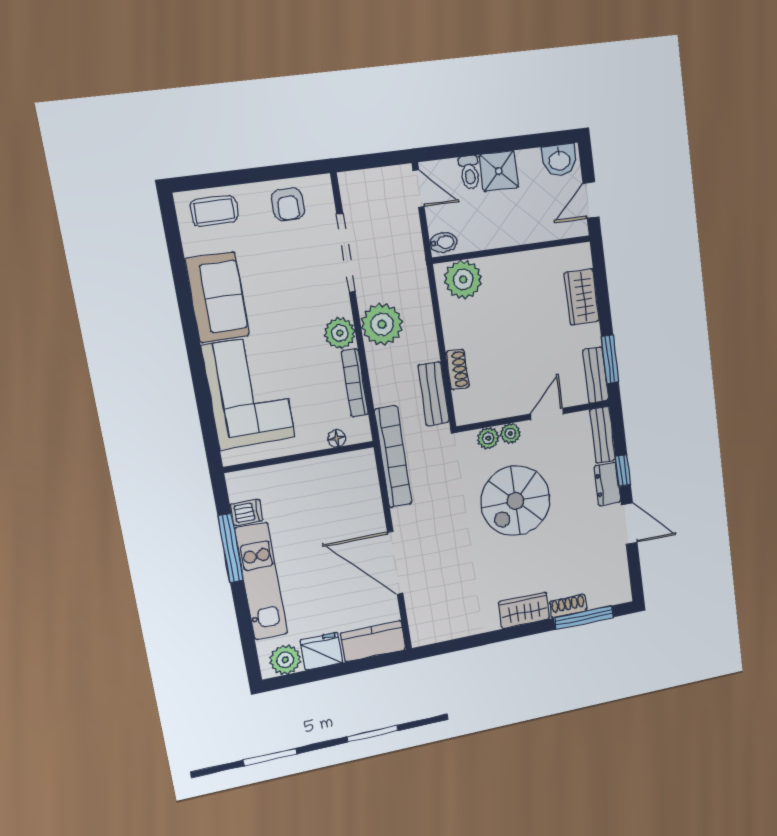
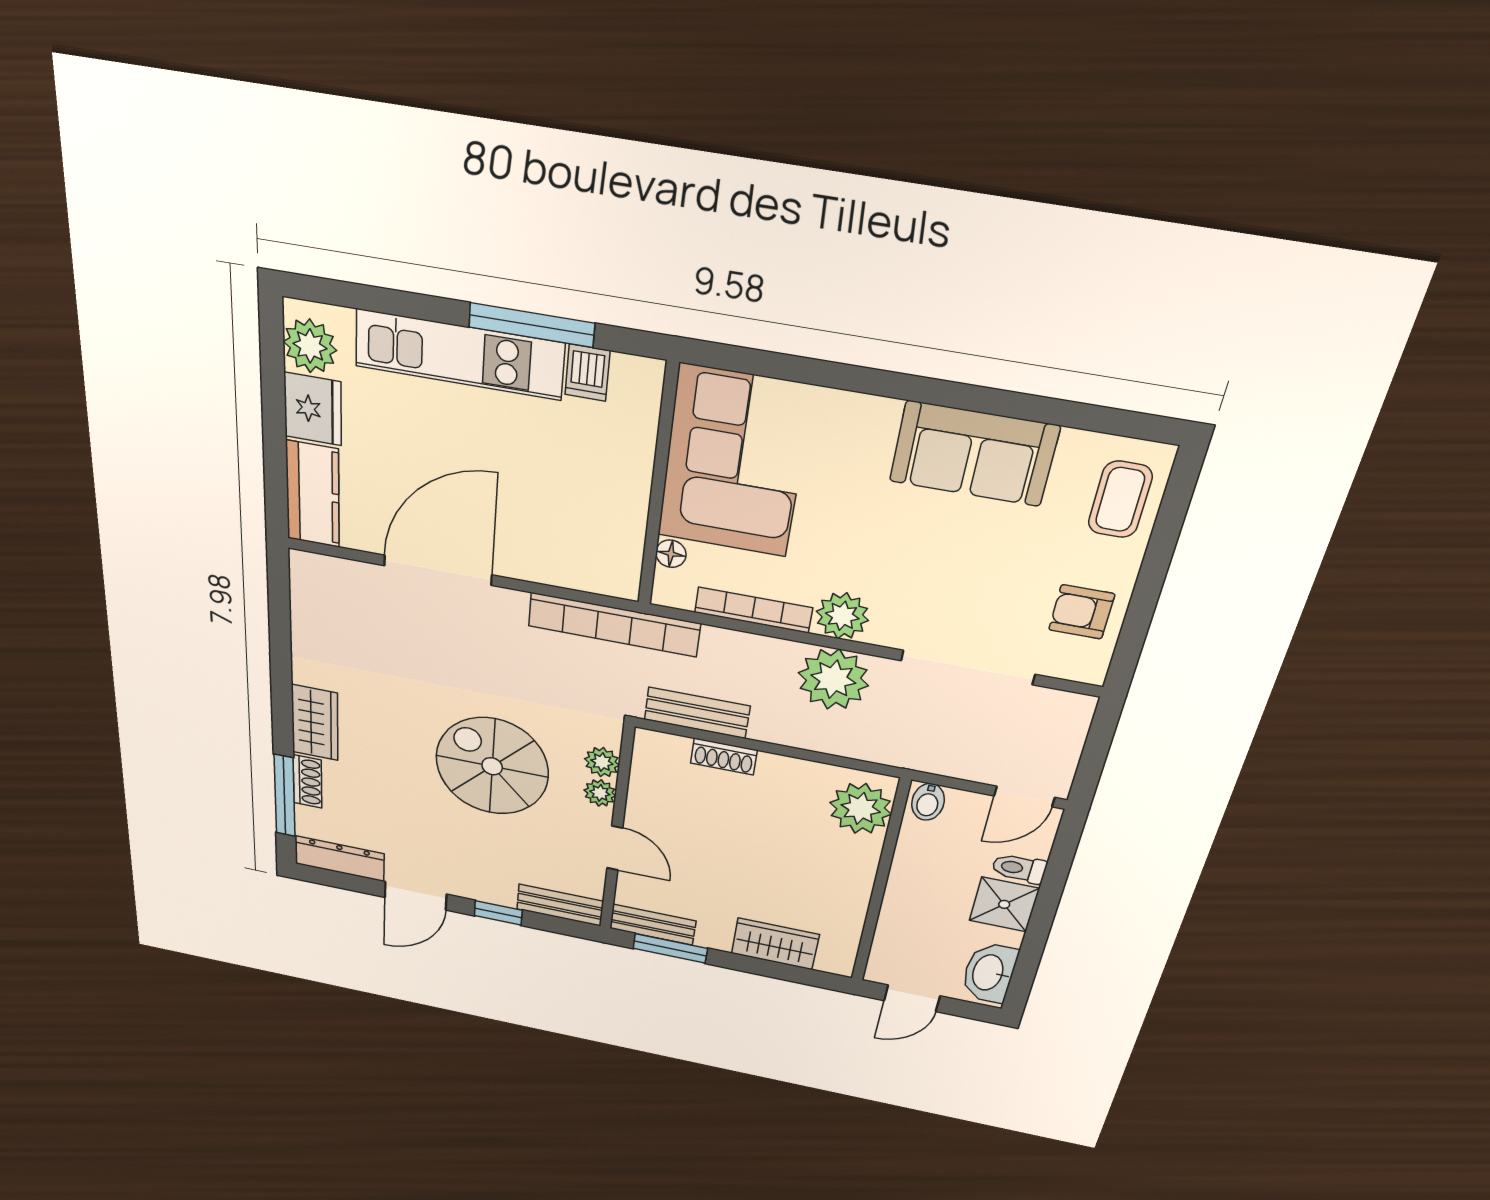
washbasin: (559, 160) -> (989, 973), width x1.38
door: (591, 200) -> (912, 998), swing flipped
corner sofa: (248, 392) -> (734, 462), moved, turned -90
dresser: (607, 484) -> (339, 859), moved, width x1.44

